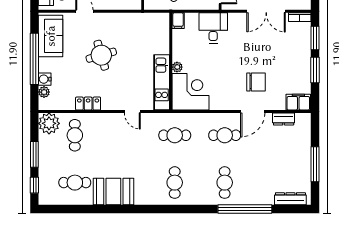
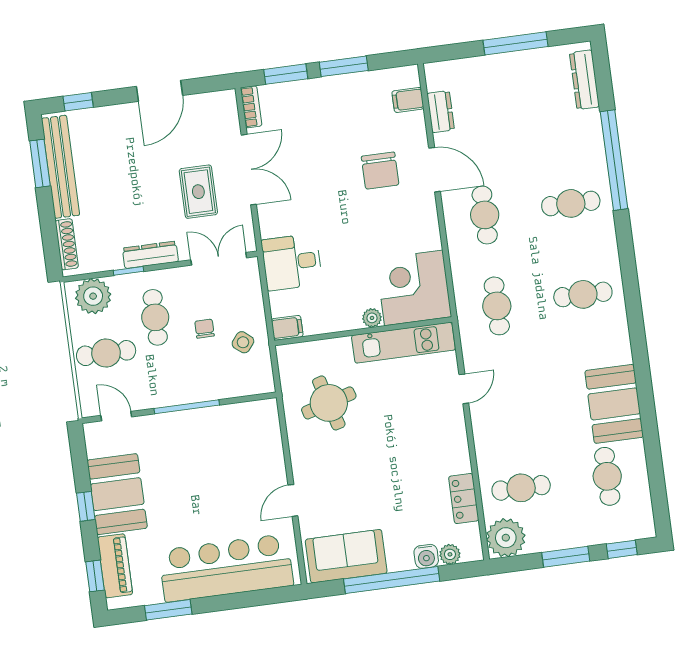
round table: (101, 55) -> (329, 403), moved
chair: (256, 82) -> (380, 171), turned 180
filing cabinet: (298, 102) -> (408, 100), width x0.50
locker: (88, 104) -> (464, 499), moved

